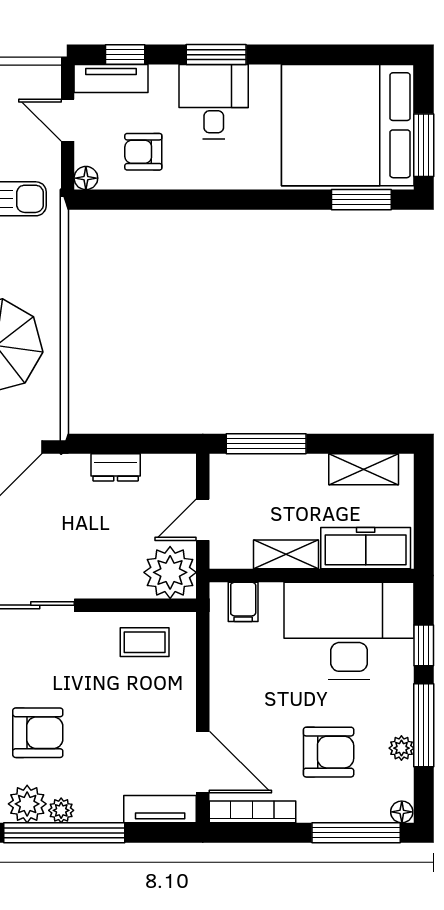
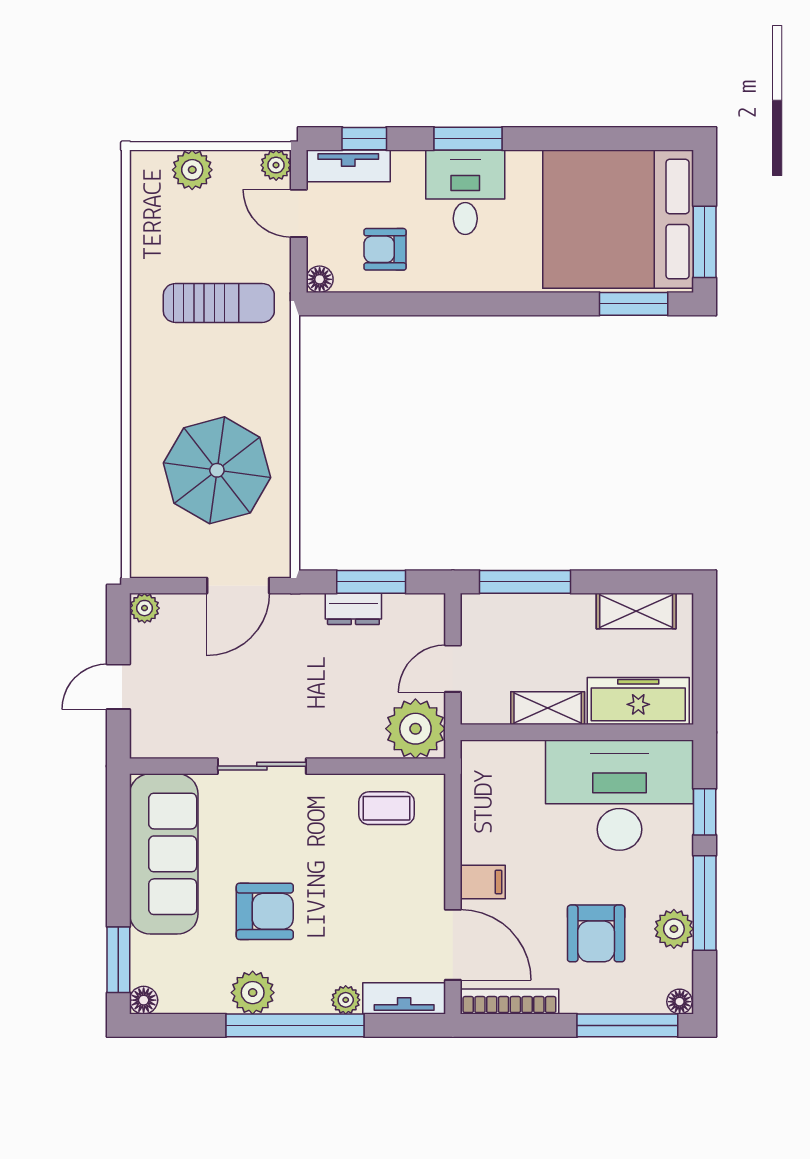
plant: (48, 78) -> (276, 165), added
window: (131, 444) -> (371, 582), added
filing cabinet: (243, 602) -> (483, 882), moved, turned -90
plant: (401, 748) -> (674, 929), width x1.38, depth x1.38
armchair: (329, 752) -> (596, 933), turned 90
plant: (61, 810) -> (346, 1000), moved

